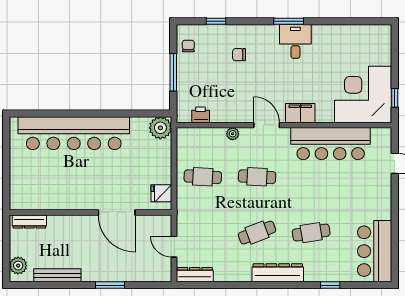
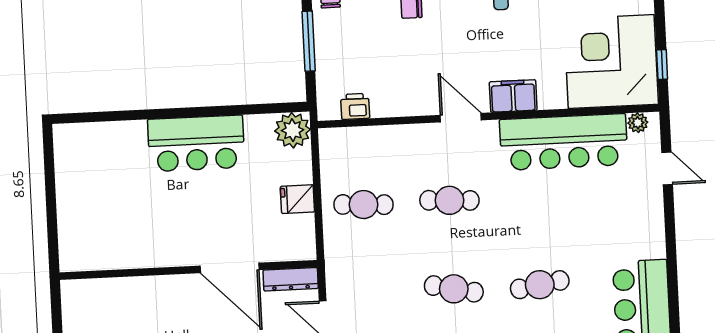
bar counter: (74, 133) -> (196, 143), width x0.54
plant: (233, 134) -> (638, 123), moved
fridge: (161, 193) -> (297, 199), moved
dresser: (29, 221) -> (291, 279), moved
cafe table: (257, 233) -> (454, 289), turned 33

